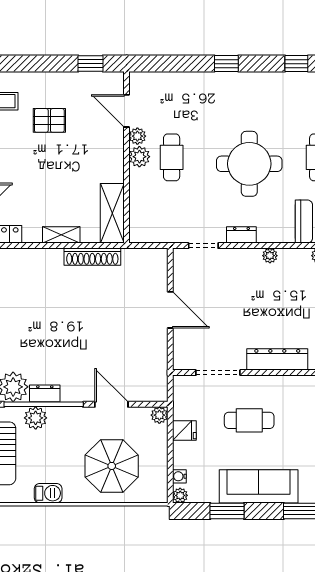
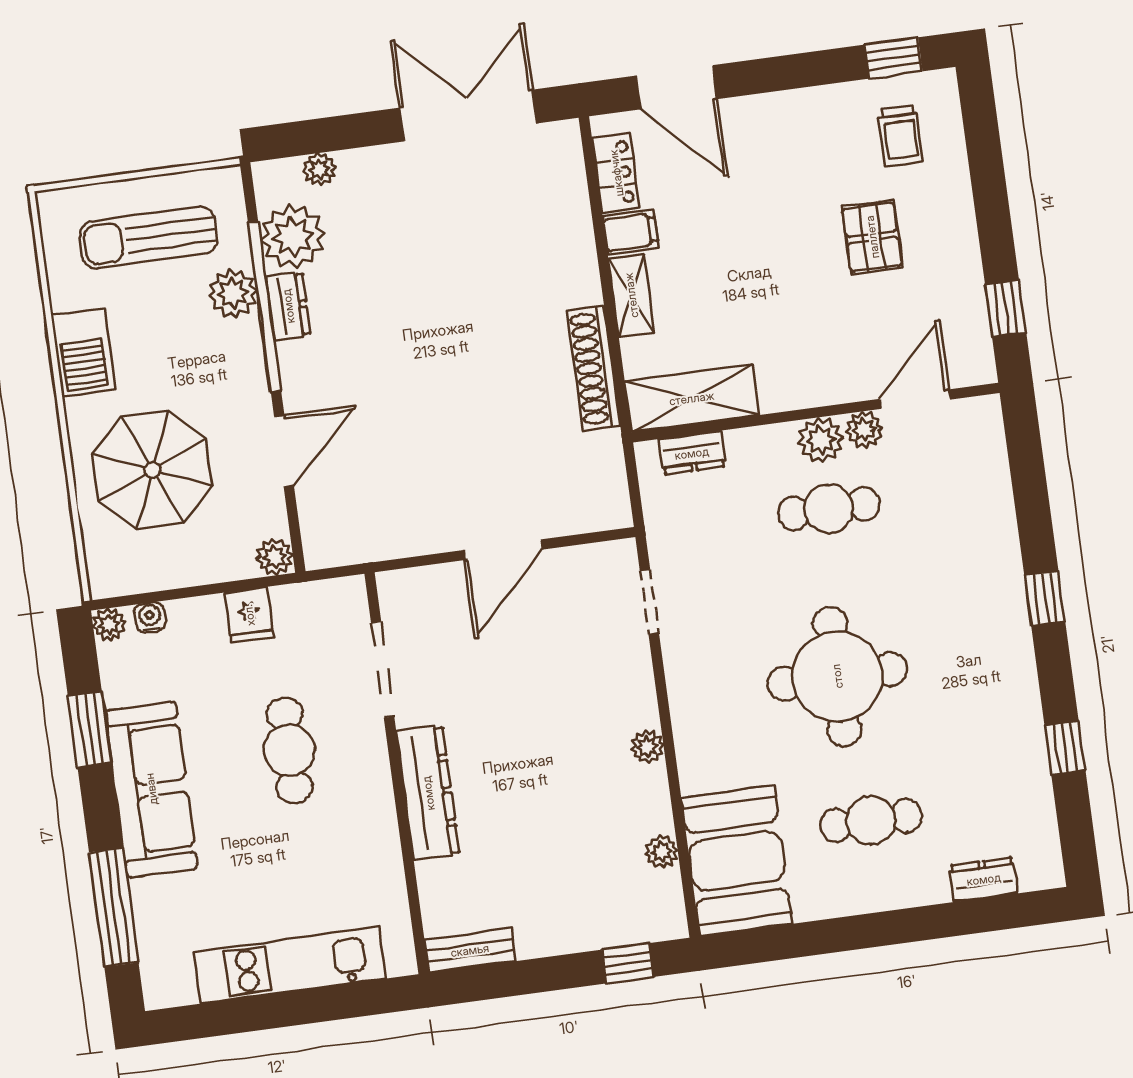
filing cabinet: (32, 231) -> (631, 232), added
dresser: (241, 235) -> (692, 453), moved, turned 90
barbecue: (48, 493) -> (83, 352), width x1.38, depth x1.27

